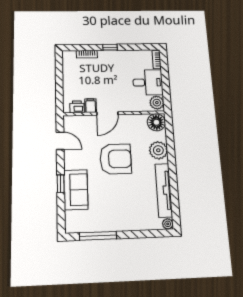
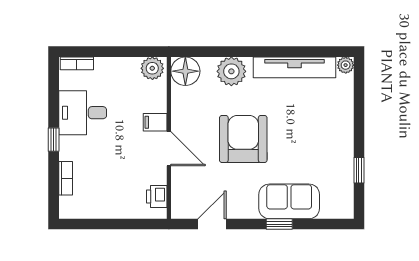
desk: (148, 82) -> (83, 113), moved, turned -90
filing cabinet: (91, 106) -> (155, 122), moved
window: (98, 236) -> (359, 170), width x0.46

